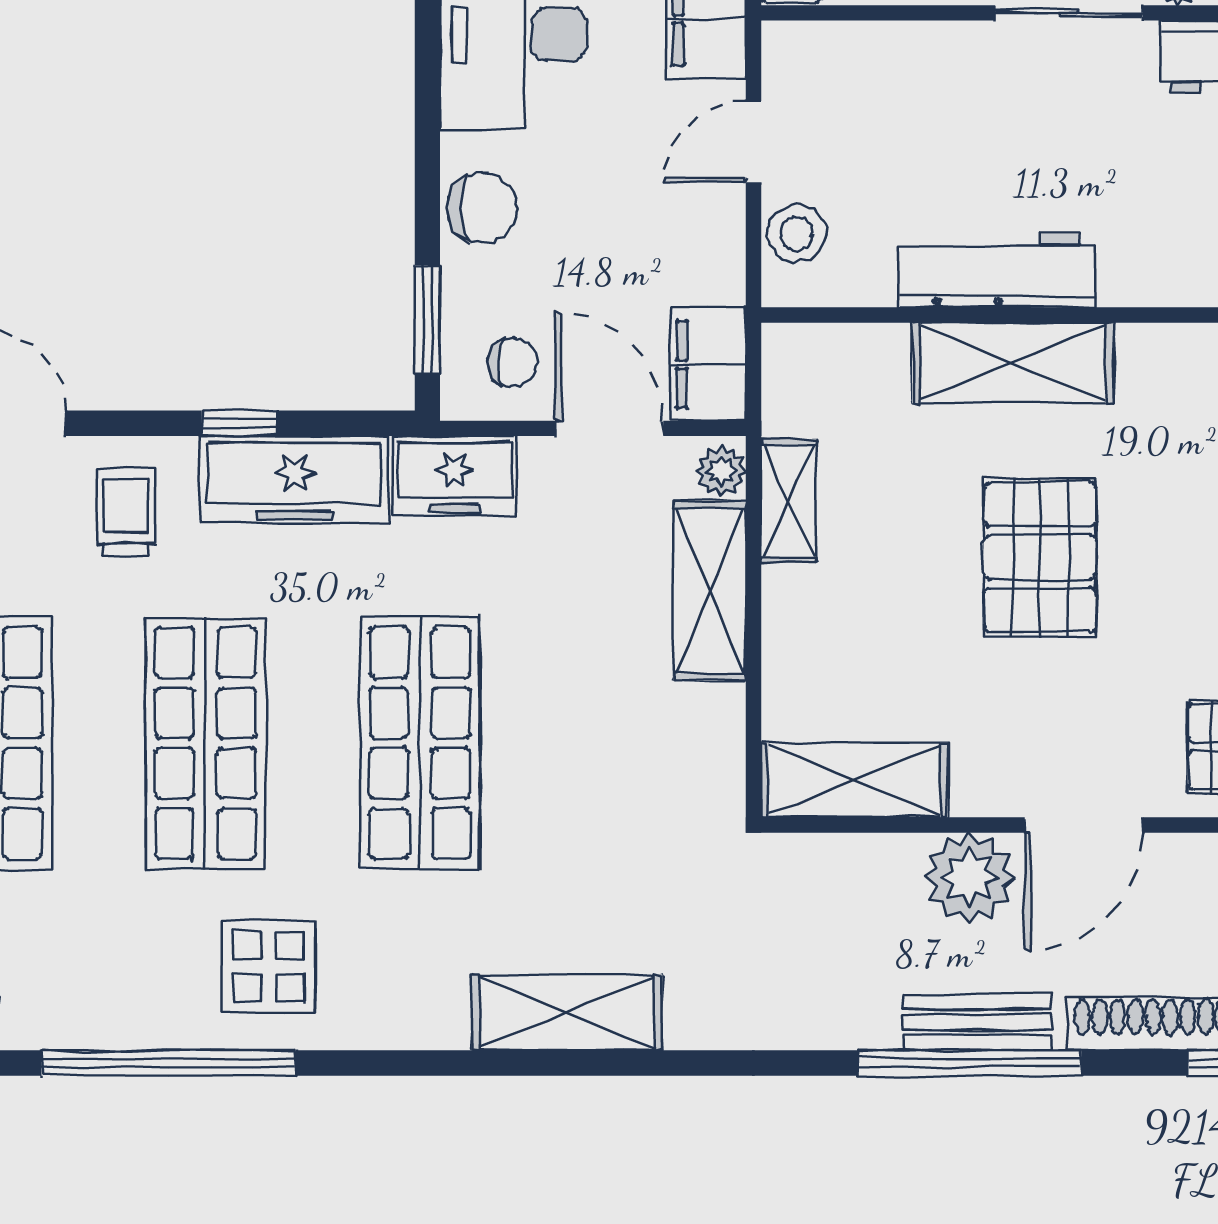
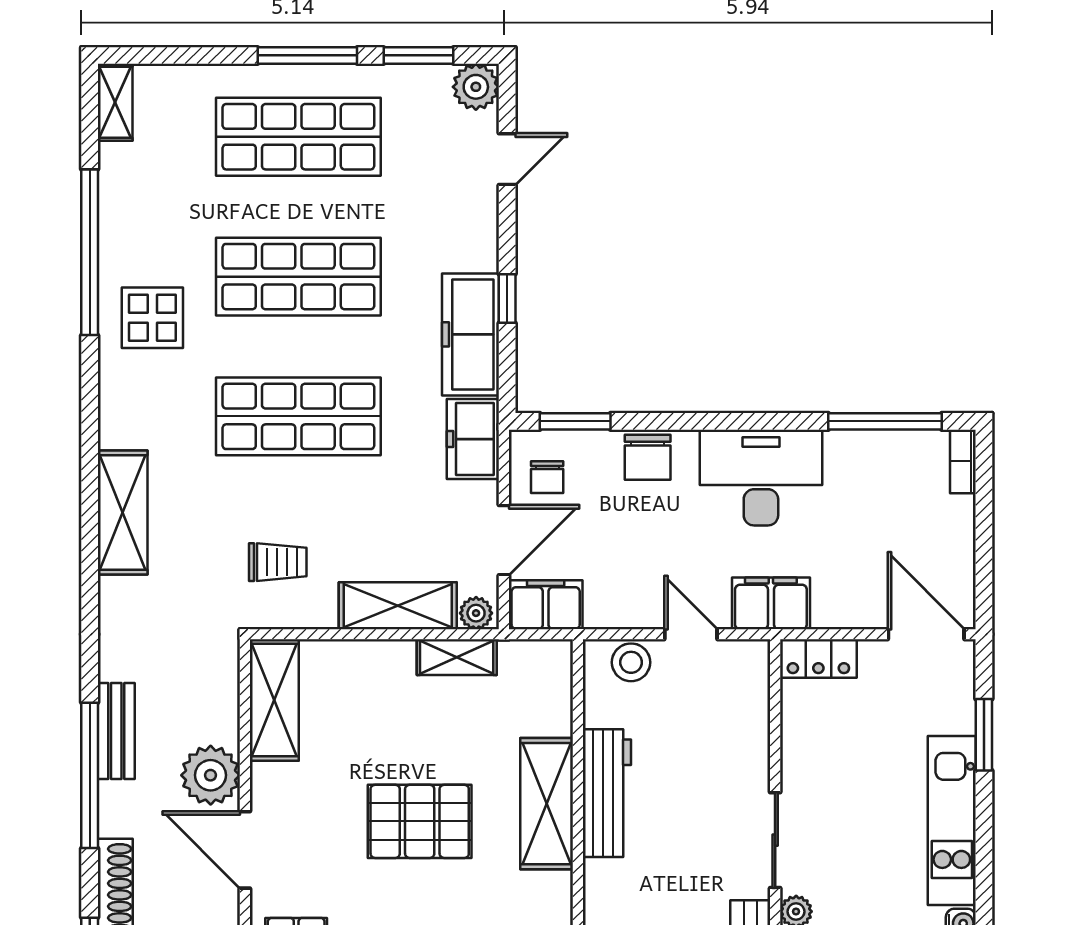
trolley: (126, 512) -> (278, 562), moved
bench: (977, 1022) -> (116, 731), moved

